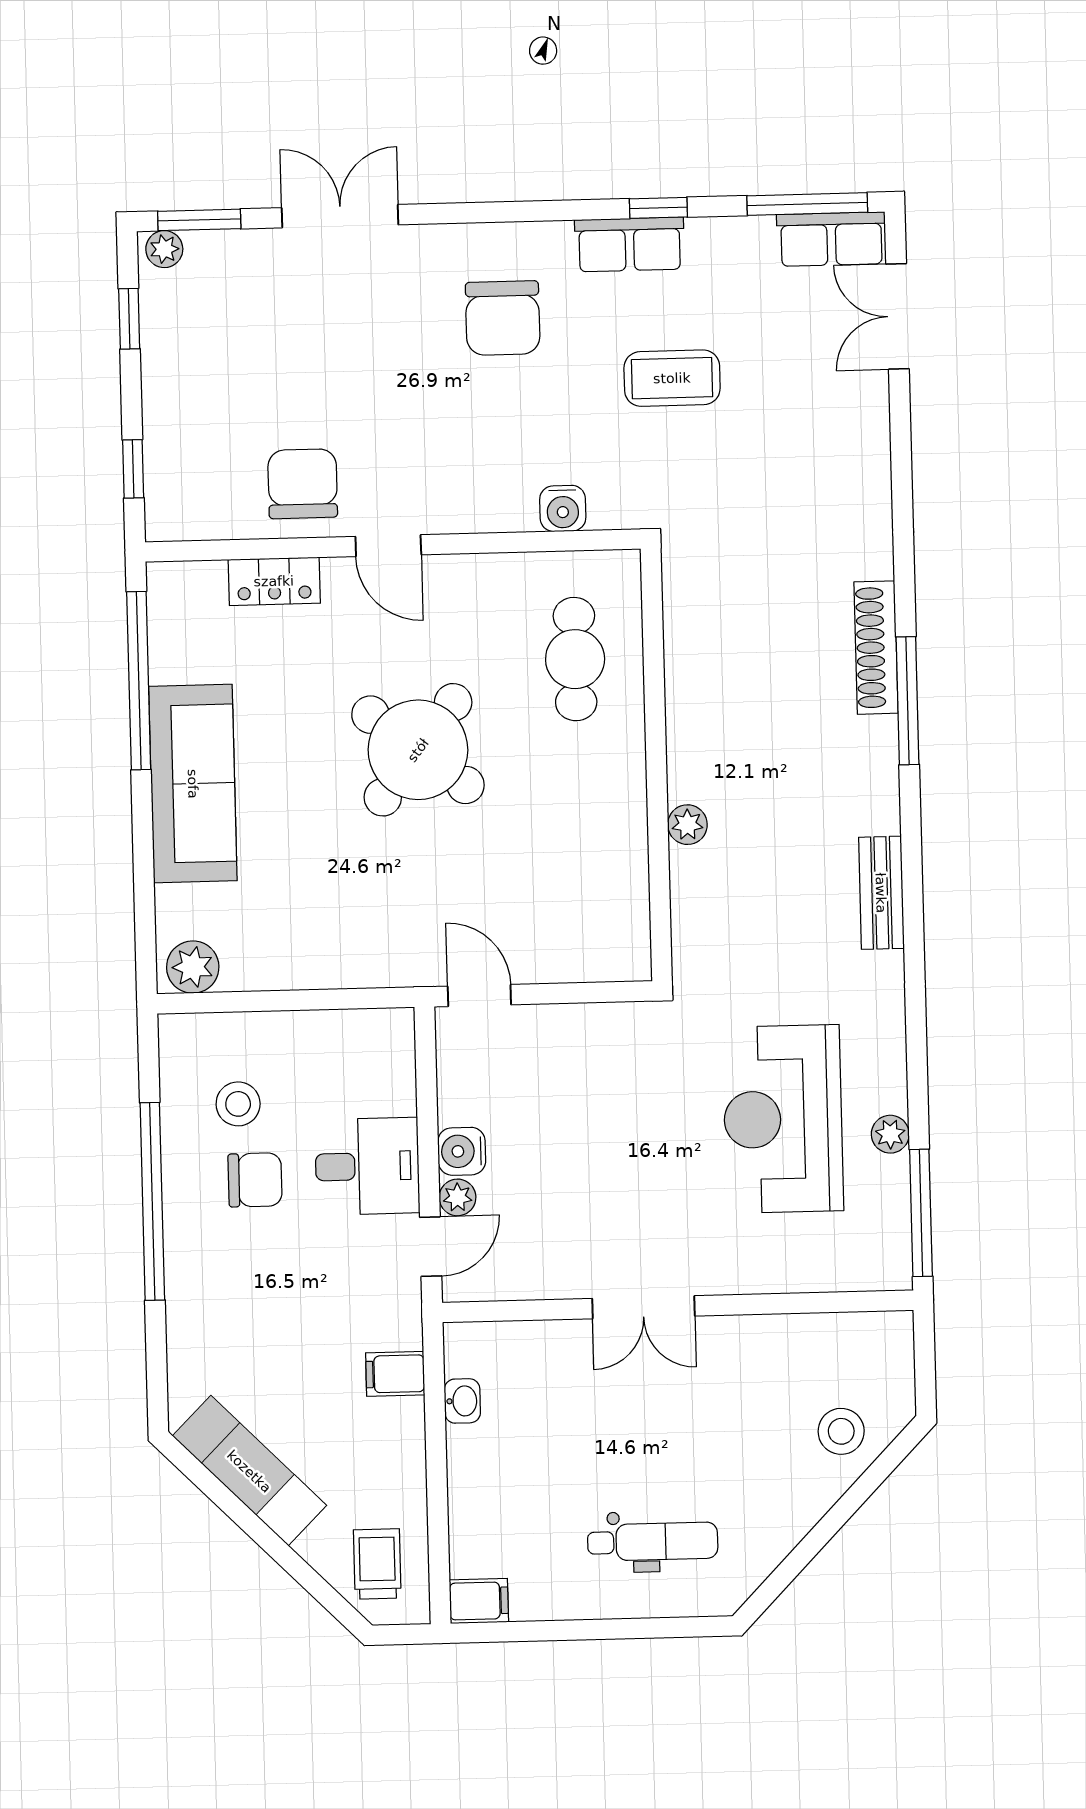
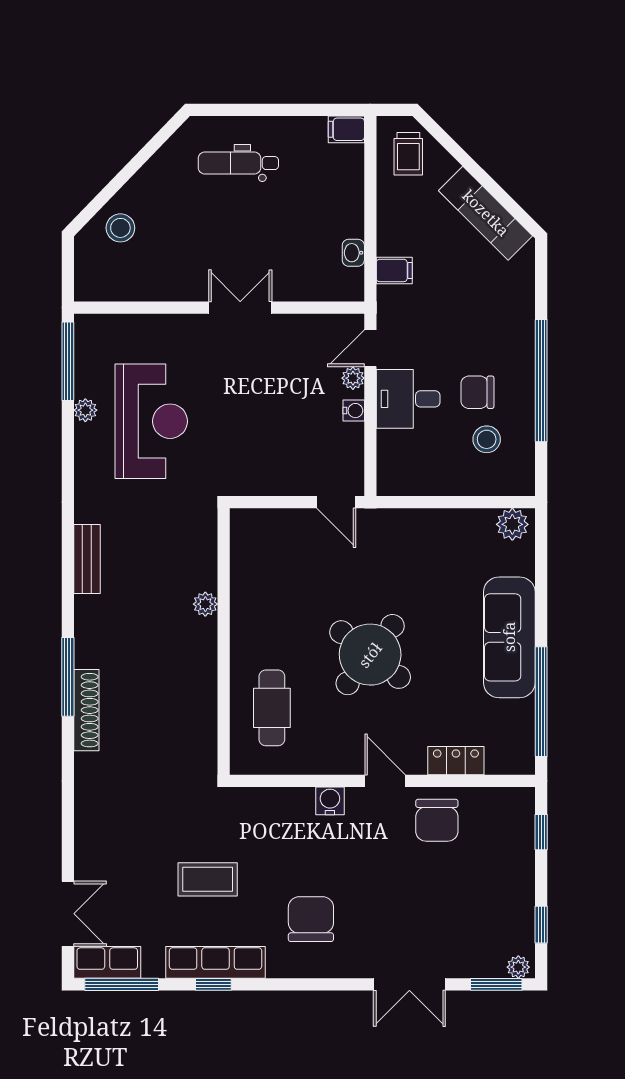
row of seats: (630, 244) -> (216, 962), width x1.48
water cooler: (563, 508) -> (330, 801), moved
water cooler: (462, 1151) -> (354, 411), width x0.72, depth x0.72

